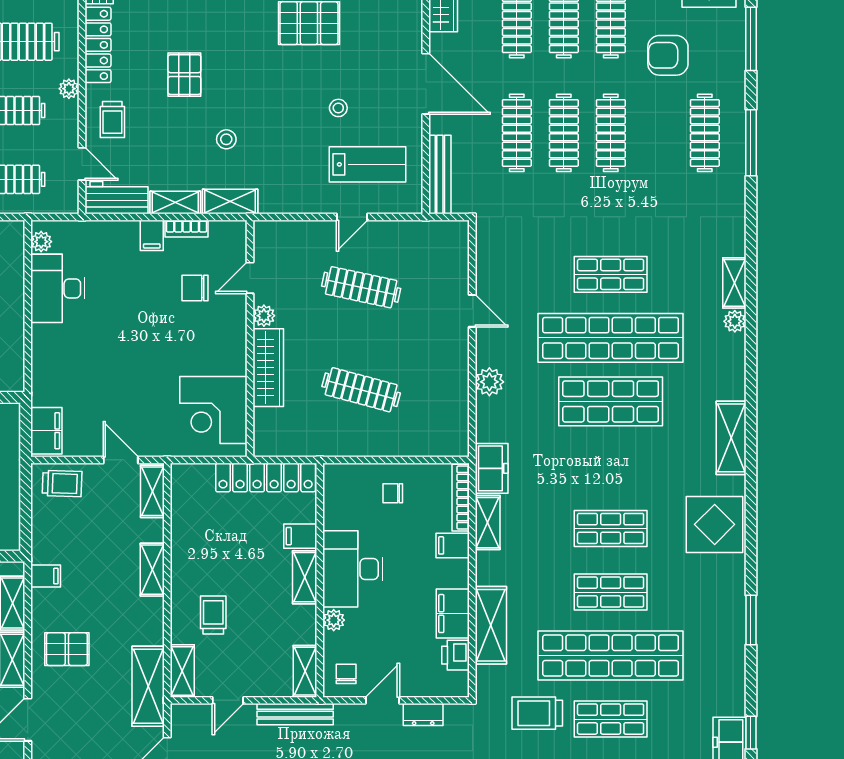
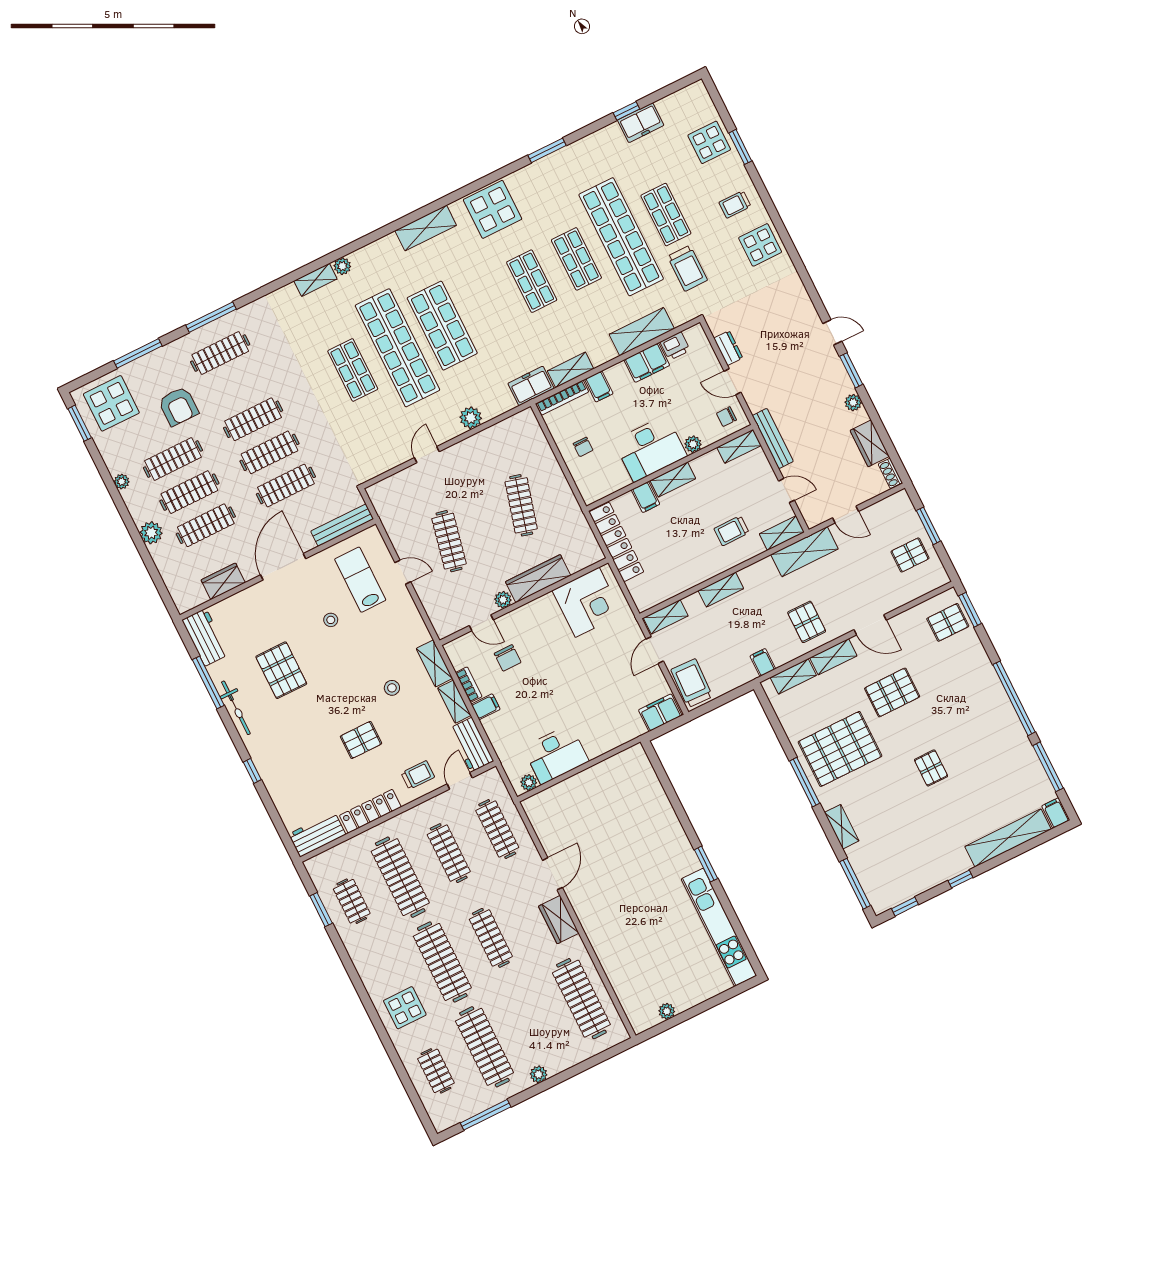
plant: (69, 89) -> (411, 816), removed
trolley: (62, 484) -> (692, 683), width x1.36, depth x1.39

